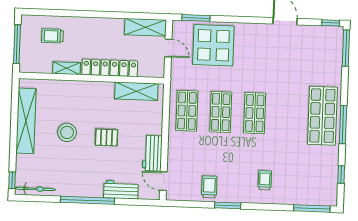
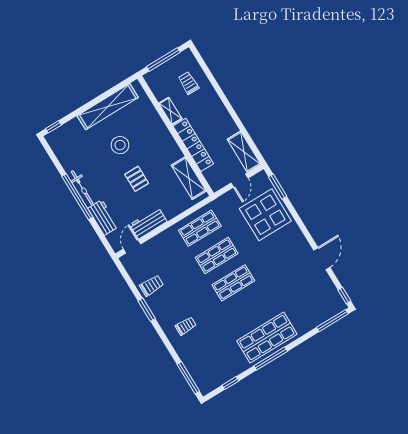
bicycle: (35, 189) -> (82, 187), moved

